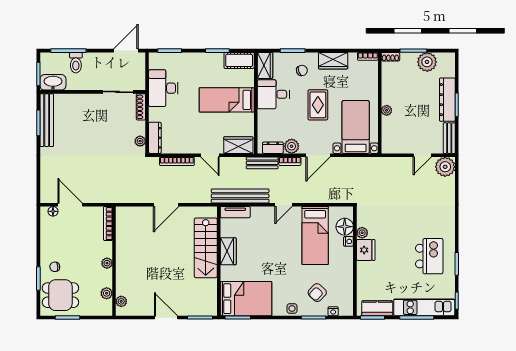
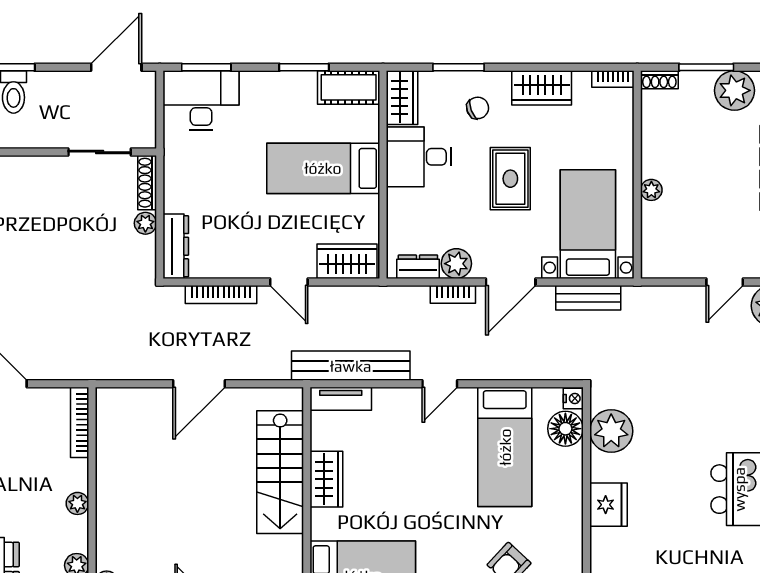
desk: (163, 88) -> (201, 100), moved, turned 90
plant: (140, 141) -> (145, 223), moved
bench: (262, 163) -> (588, 298), moved
plant: (362, 233) -> (611, 431), width x1.88, depth x1.88
nightstand: (348, 241) -> (573, 398), moved
fridge: (366, 250) -> (608, 505), moved

